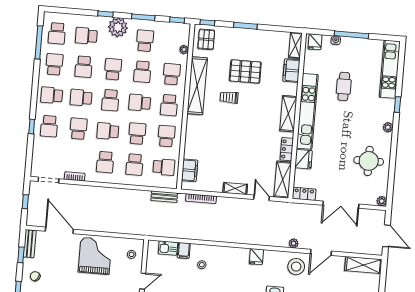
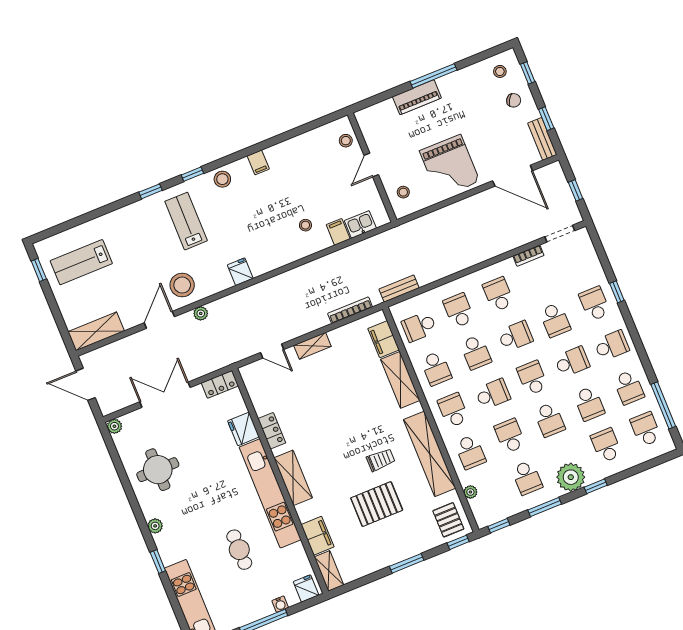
school desk: (86, 36) -> (606, 445), turned -90
school desk: (84, 67) -> (589, 404), turned 180
shelving: (283, 180) -> (400, 380), moved

